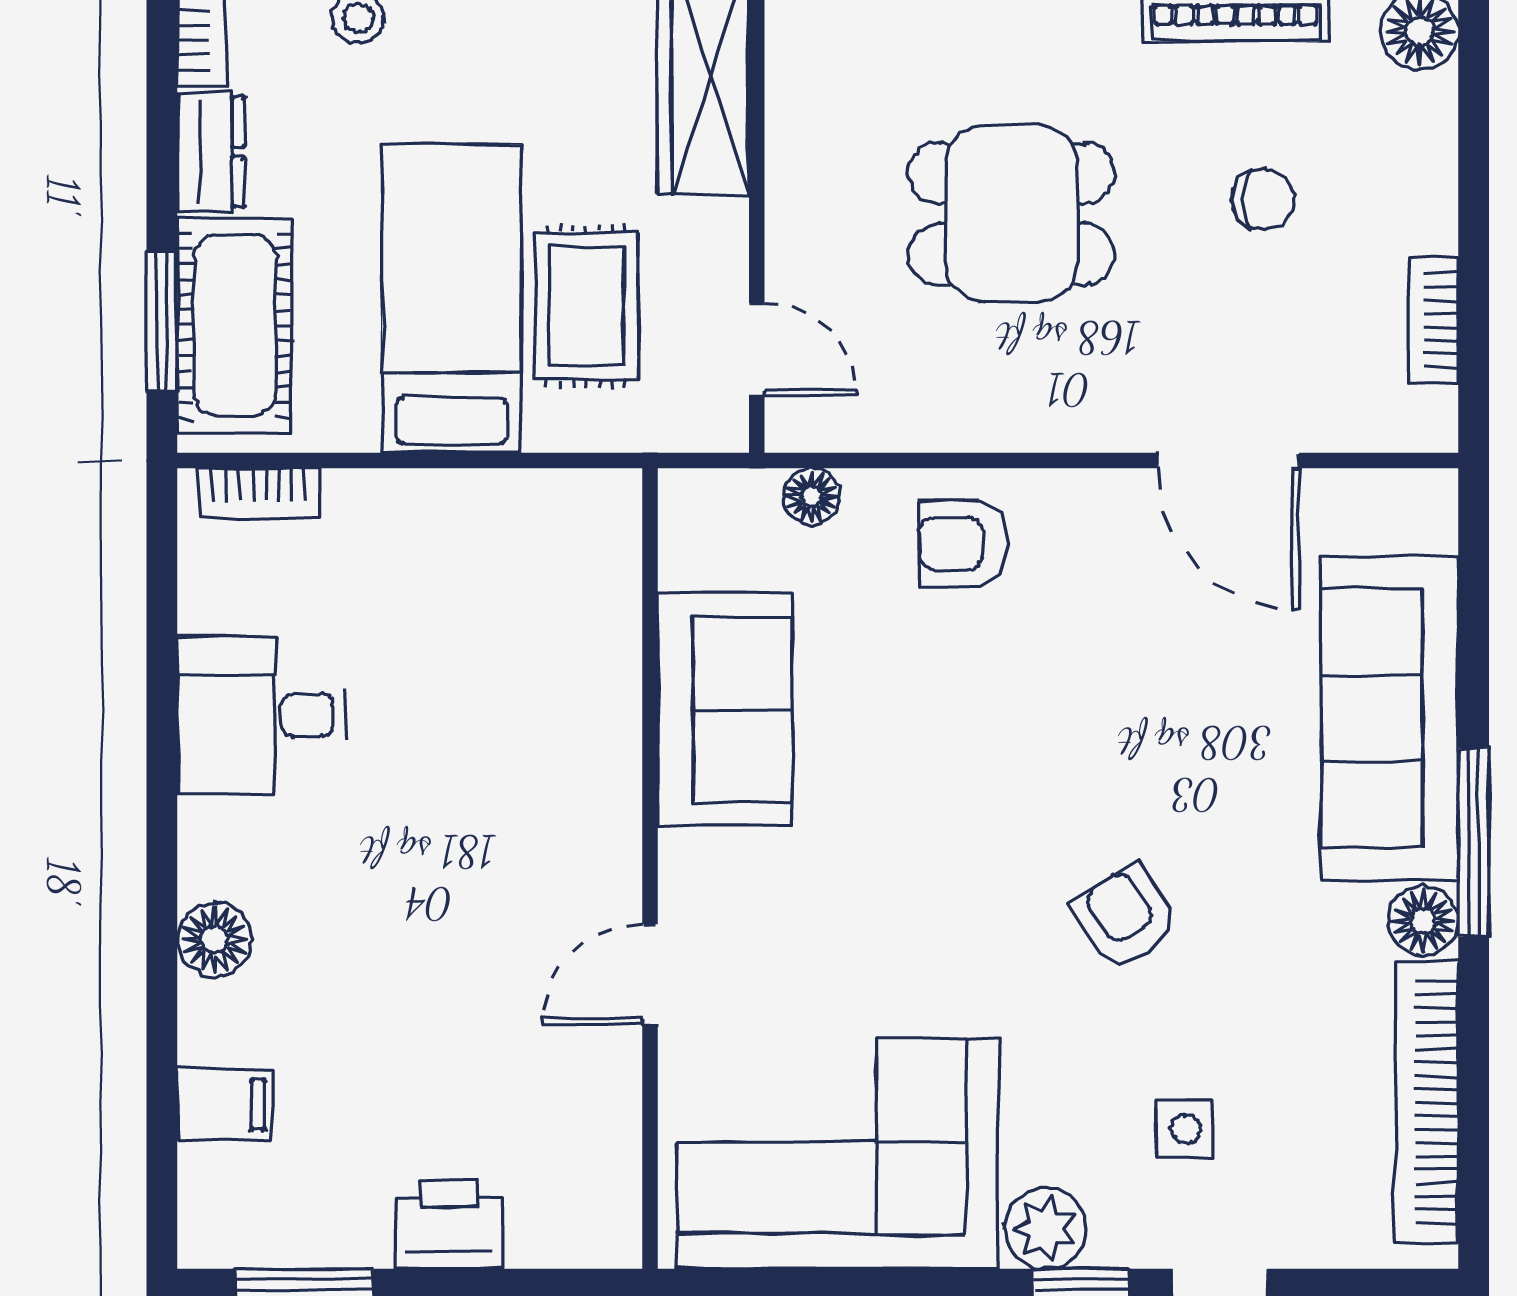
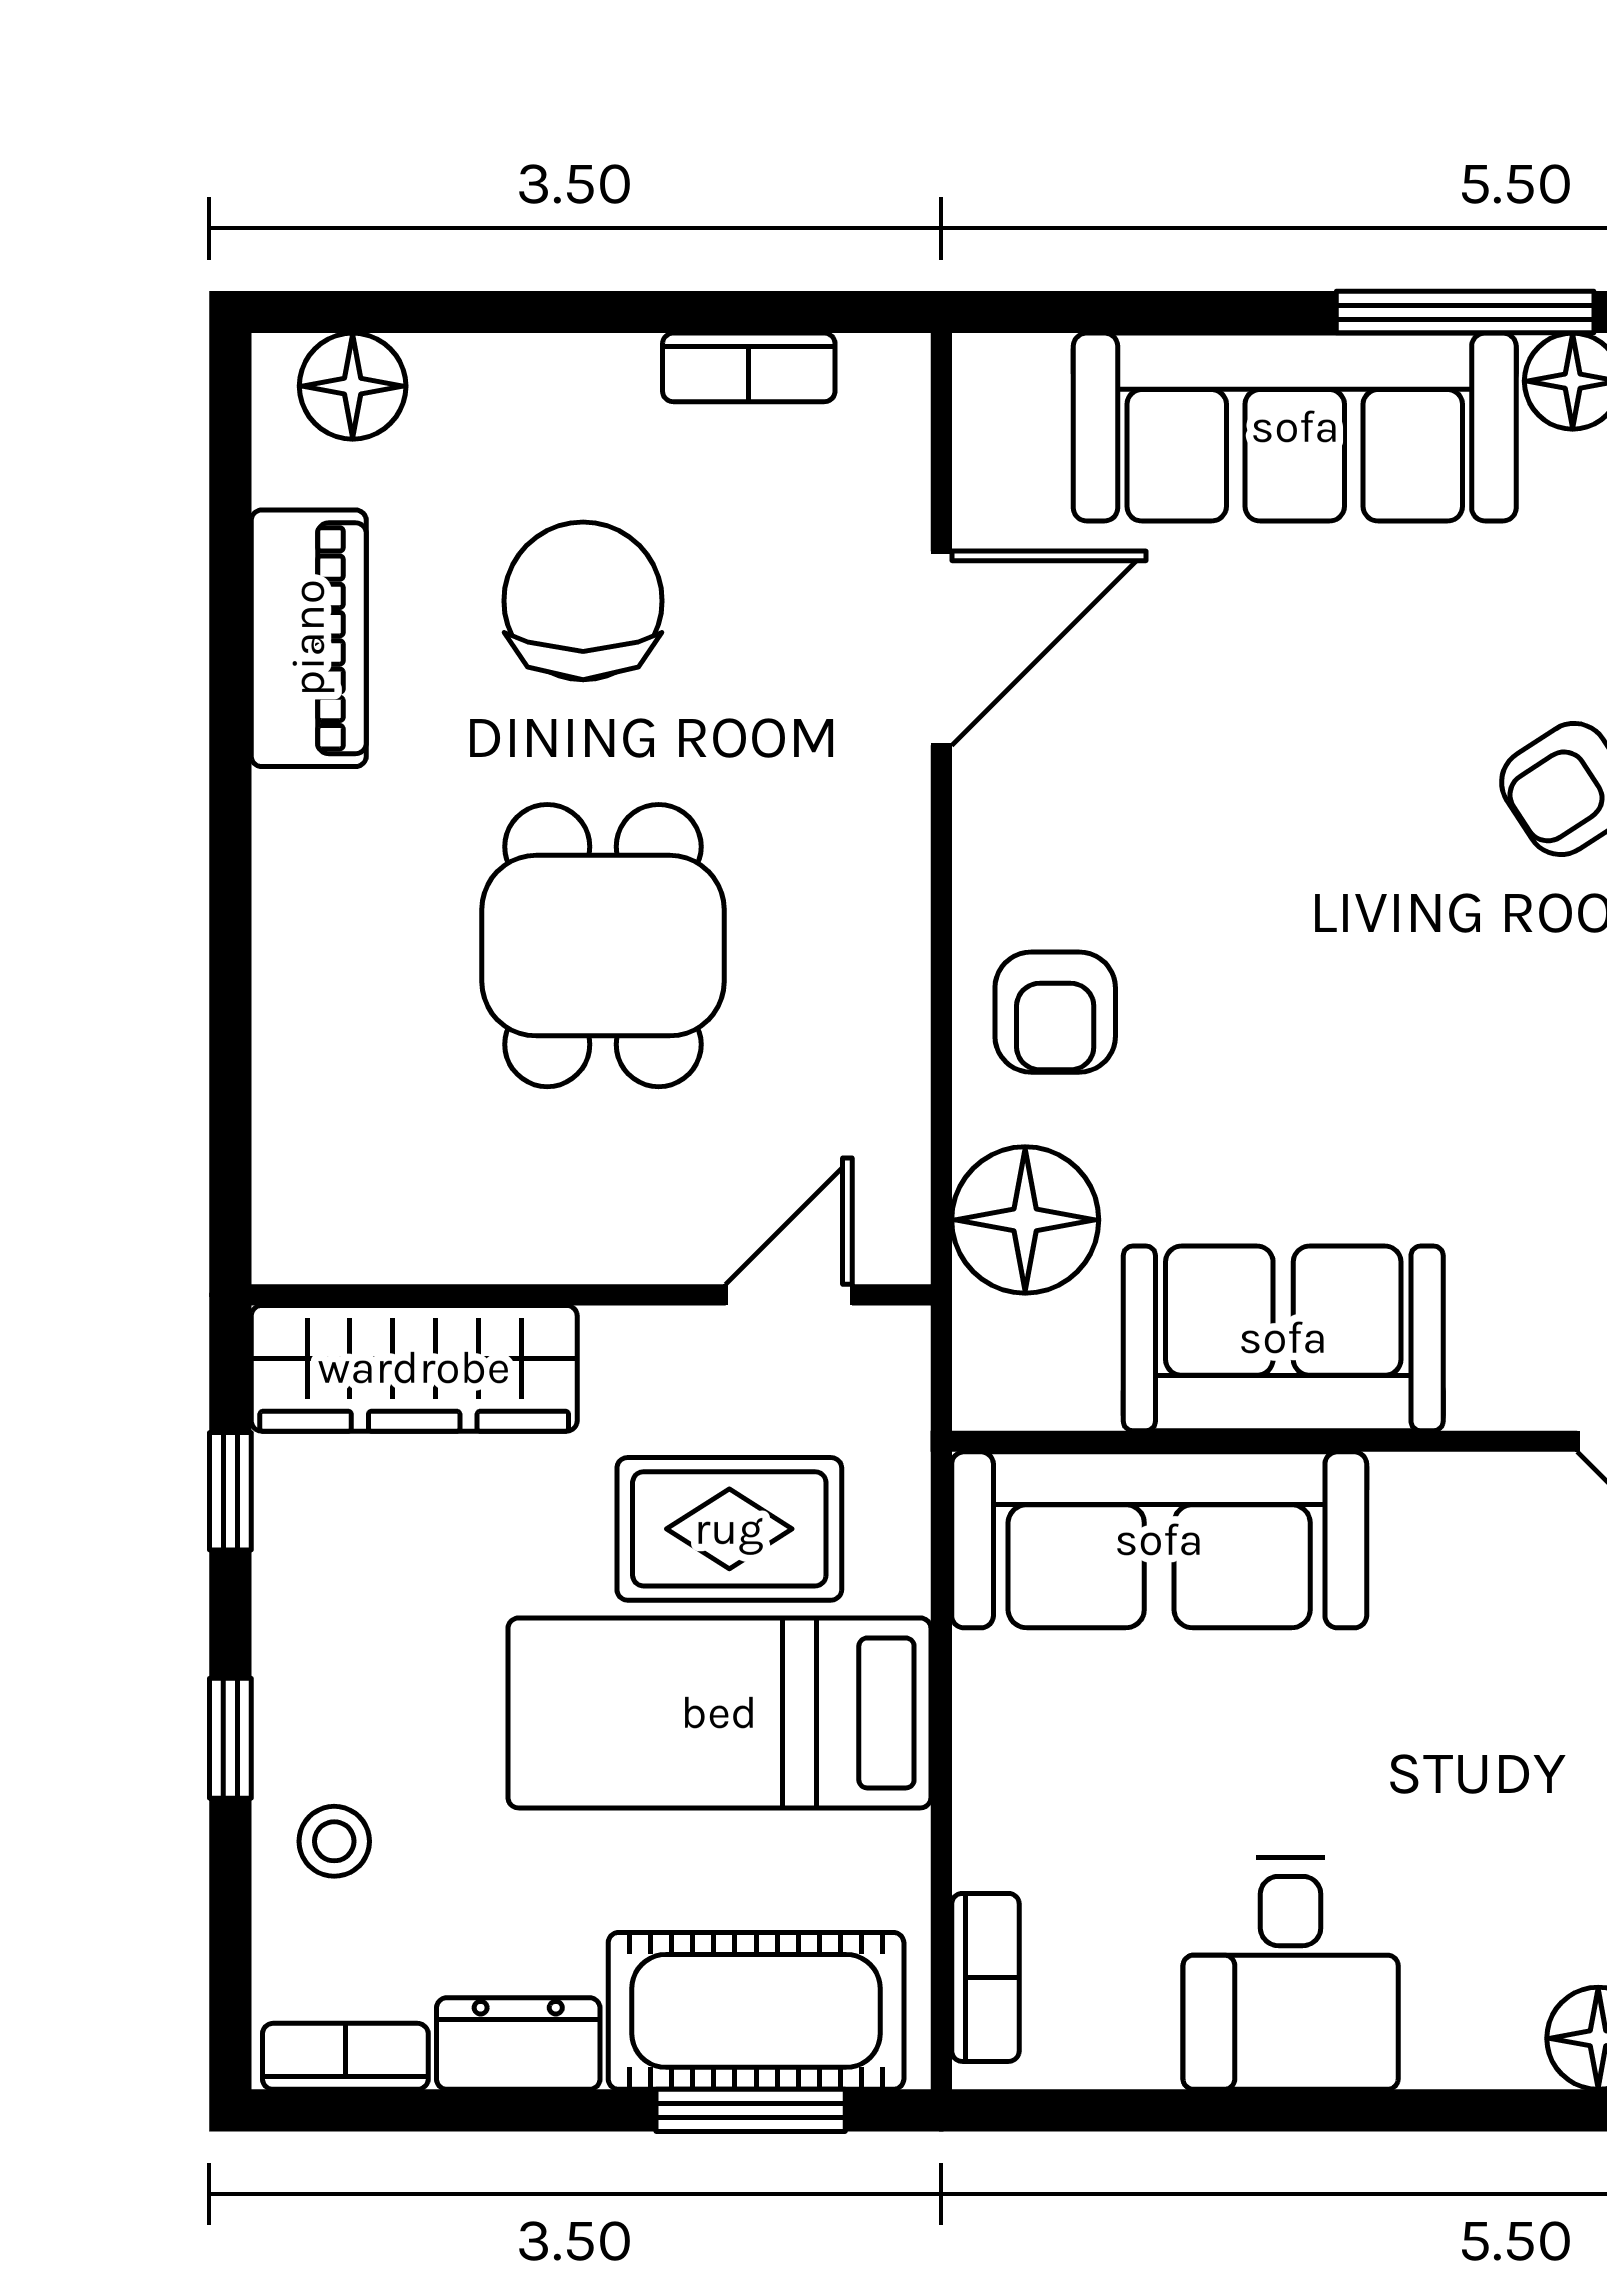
chair: (1263, 199) -> (583, 601), width x1.87, depth x1.87
floor lamp: (811, 497) -> (1025, 1220), width x1.89, depth x1.89
sofa: (578, 619) -> (1159, 1540), added

